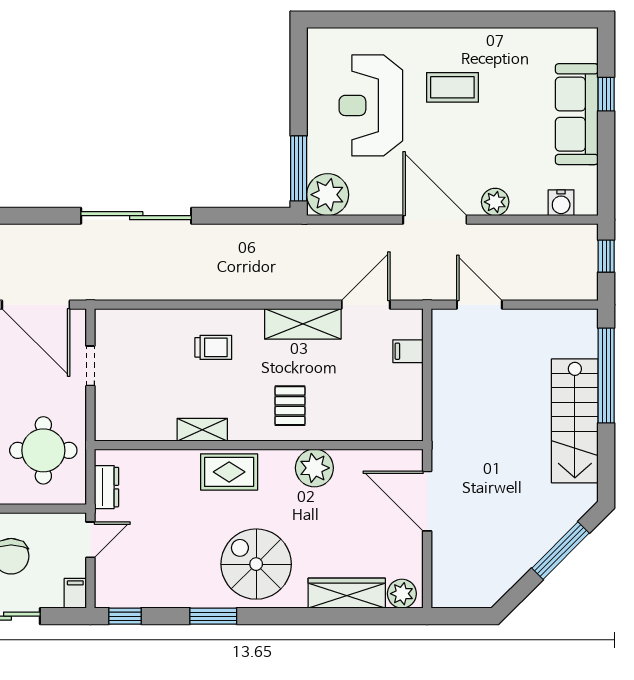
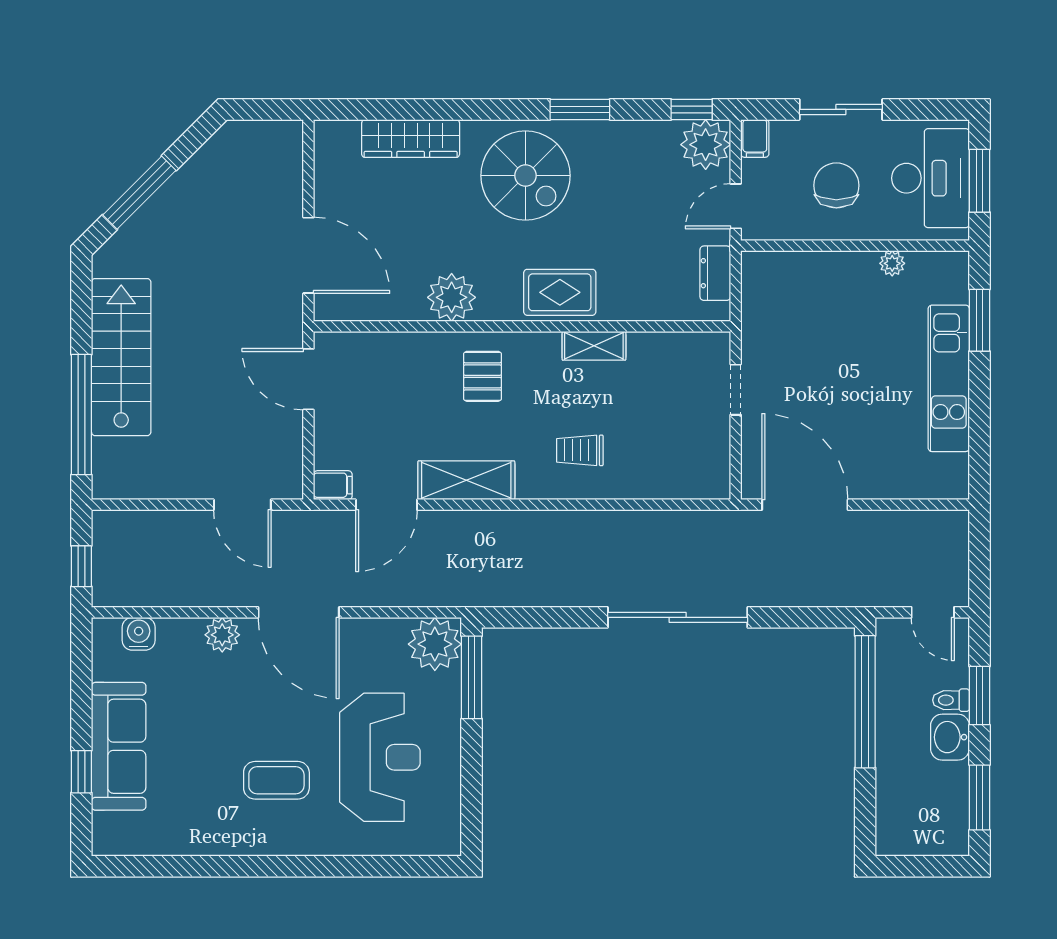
filing cabinet: (408, 351) -> (333, 485), moved
doorway: (90, 366) -> (736, 390), moved
door: (427, 403) -> (308, 379), added
round table: (43, 450) -> (795, 320), removed
plant: (402, 594) -> (706, 145), moved, width x1.36, depth x1.36

